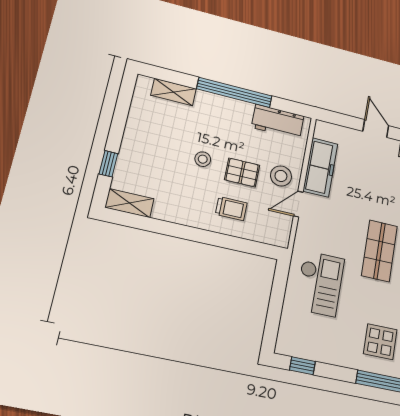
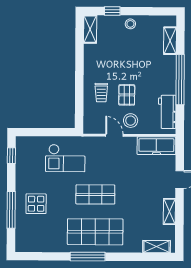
stool: (203, 159) -> (130, 24), moved
freezer: (320, 167) -> (156, 146), moved

